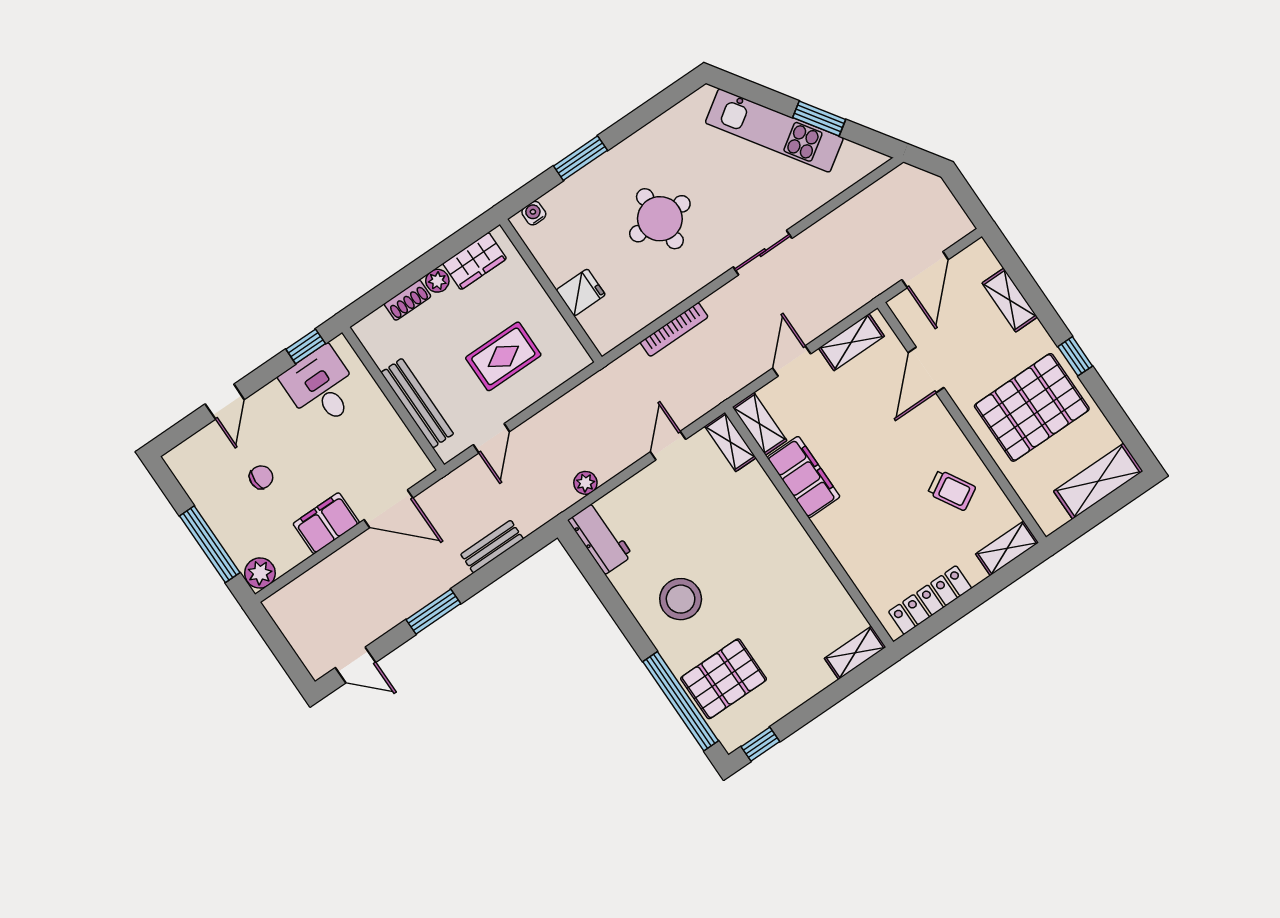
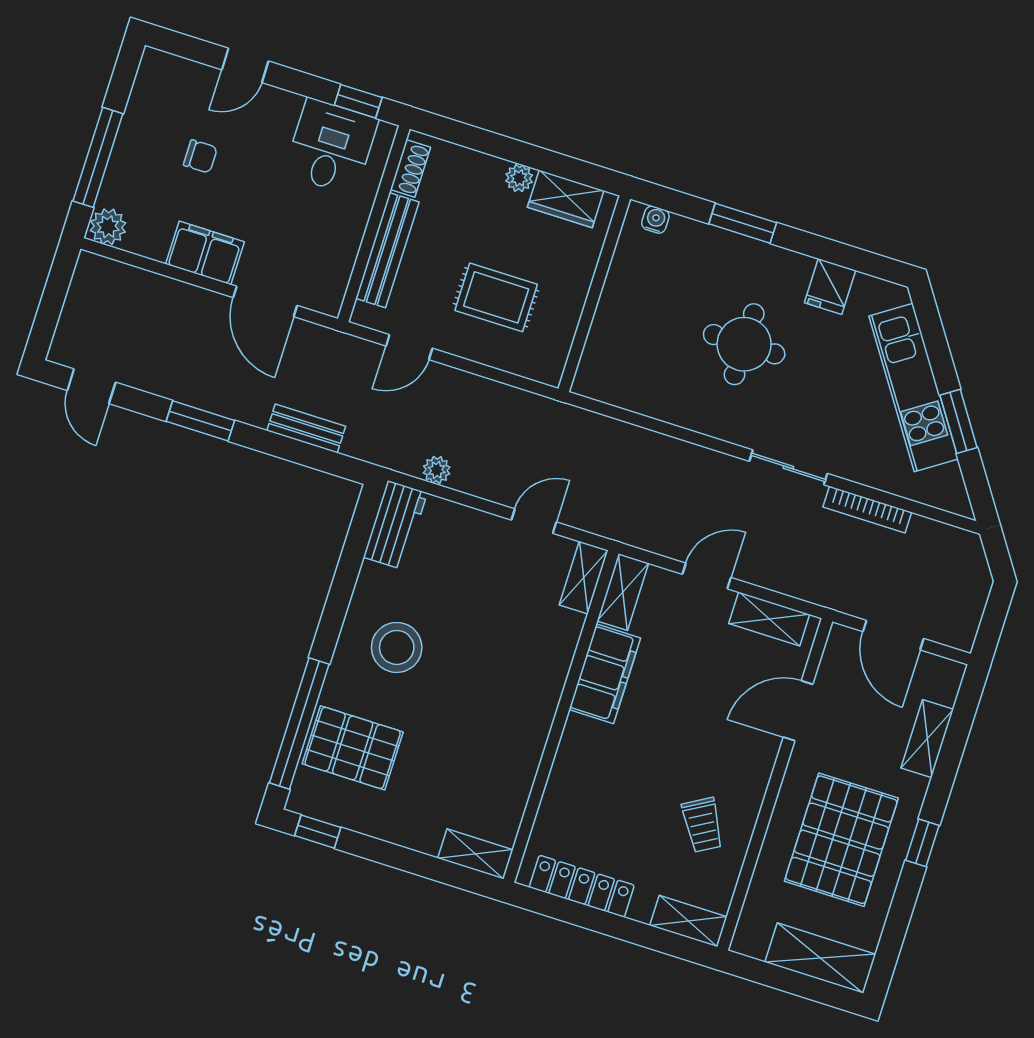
door: (925, 270) -> (893, 635), hinge flipped
fridge: (581, 292) -> (830, 287), moved, turned 90
shoe rack: (407, 300) -> (410, 168), moved, turned -90
bookcase: (674, 330) -> (867, 510), moved
pallet: (1032, 407) -> (841, 840), turned 90

